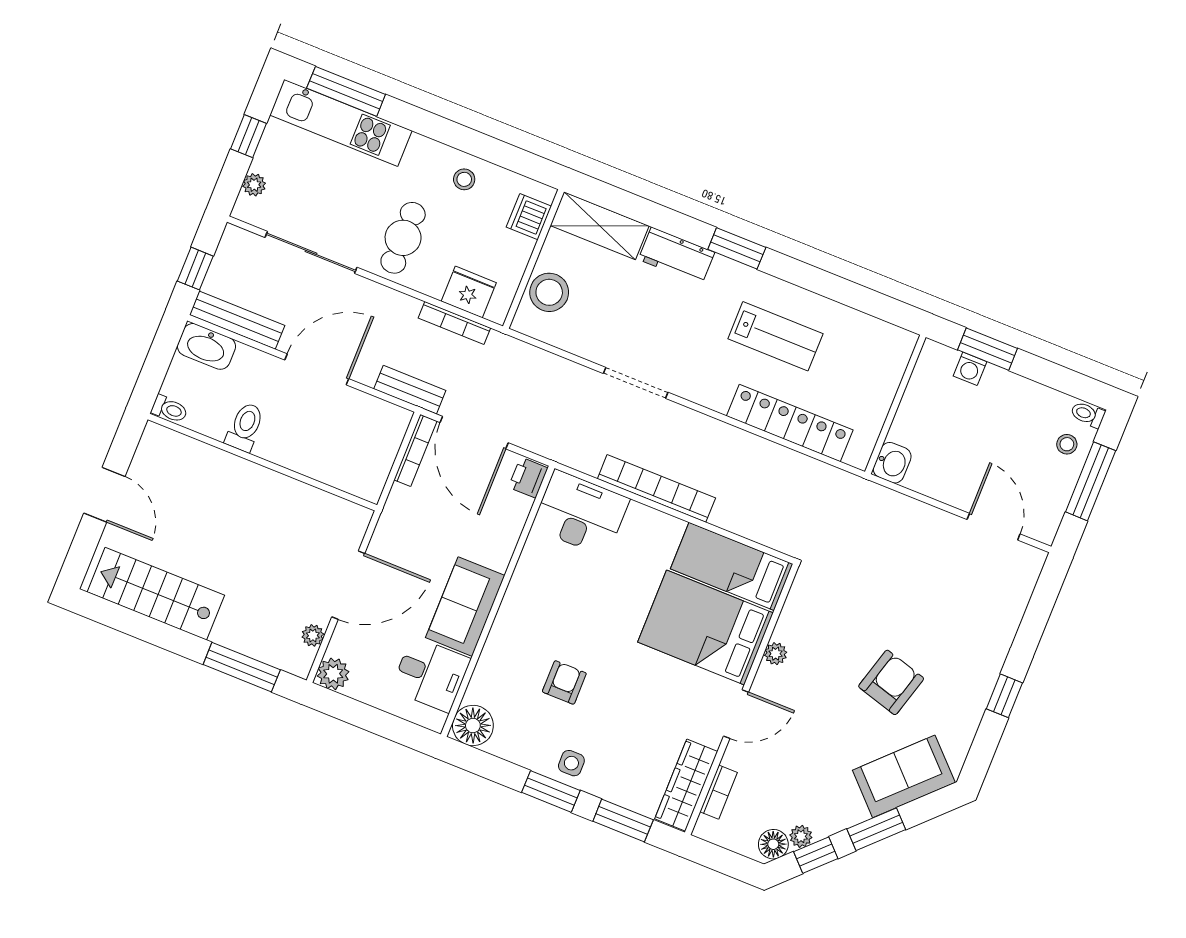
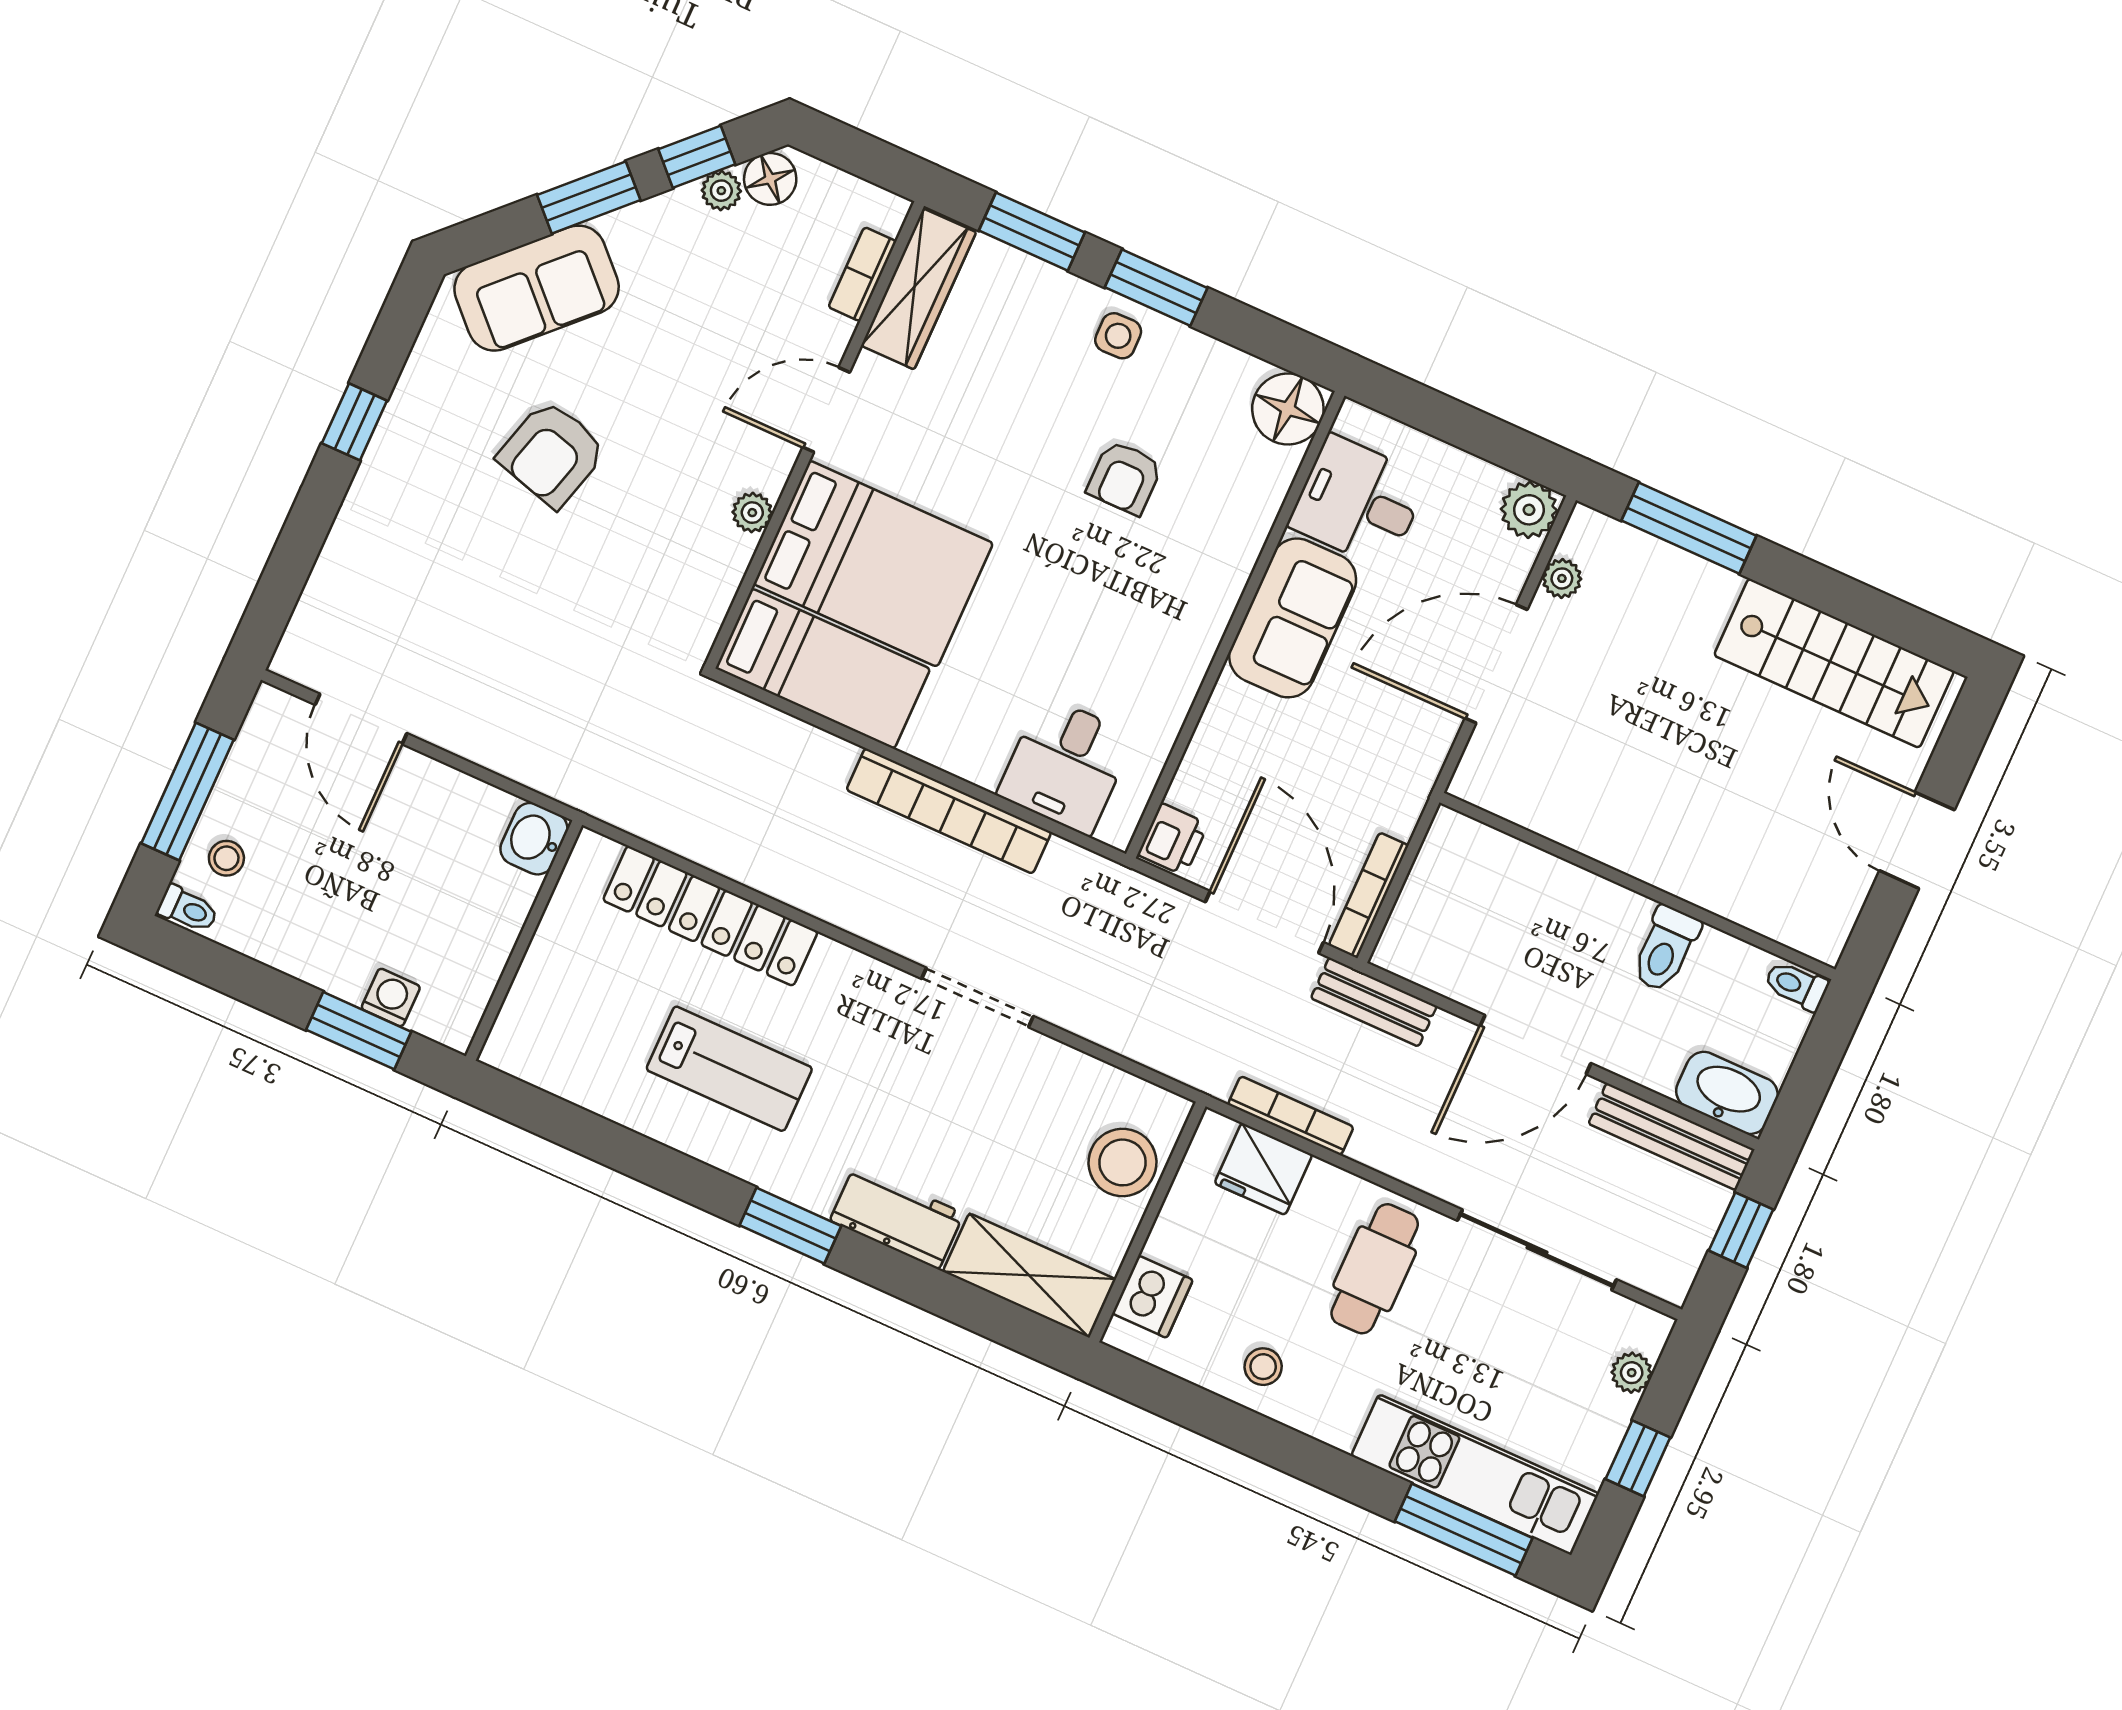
lab bench: (775, 336) -> (729, 1069), turned 180
desk: (581, 513) -> (1066, 765), width x0.73

